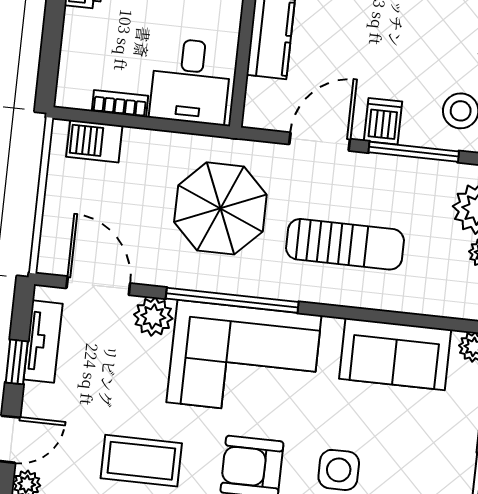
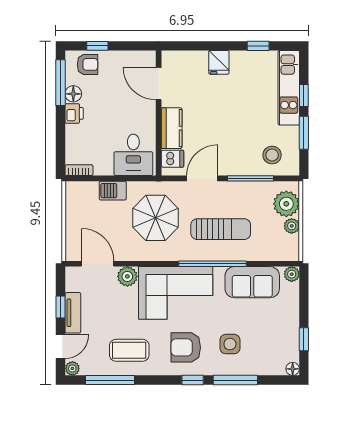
bookcase: (120, 104) -> (79, 170), moved
dishwasher: (383, 121) -> (172, 159), moved, turned 90
barbecue: (94, 141) -> (113, 191), moved
window: (232, 300) -> (212, 264), moved
tv unit: (43, 342) -> (73, 313), moved

